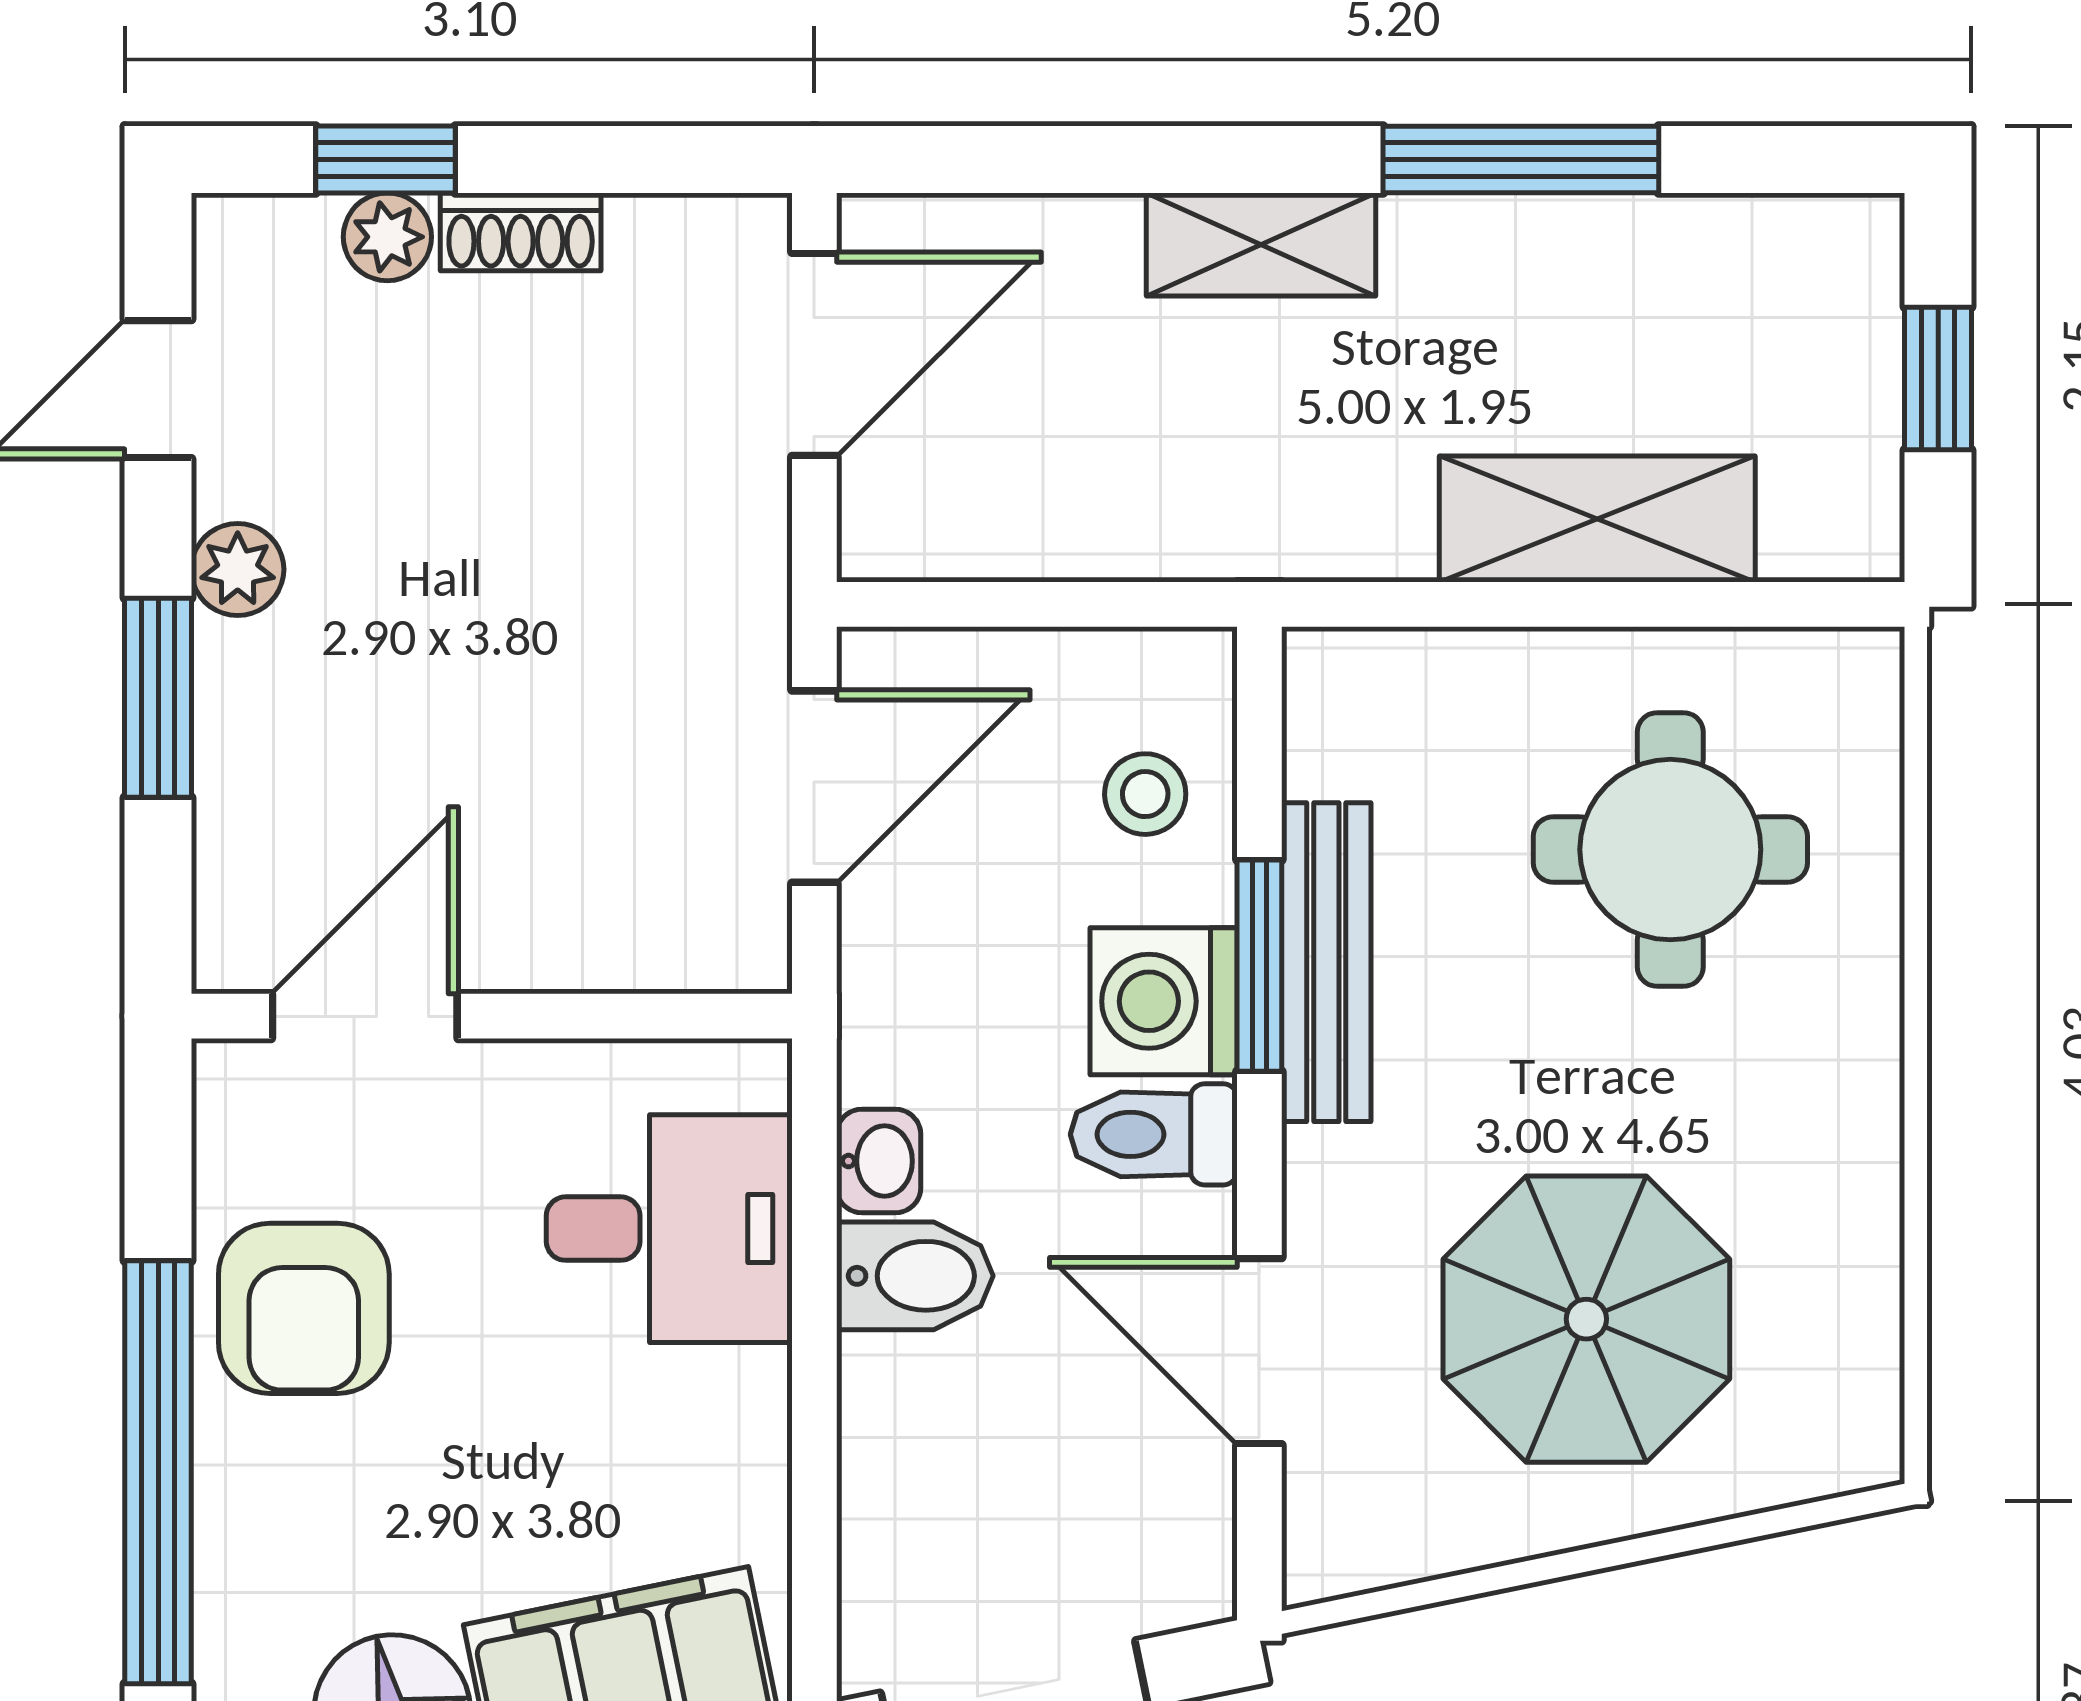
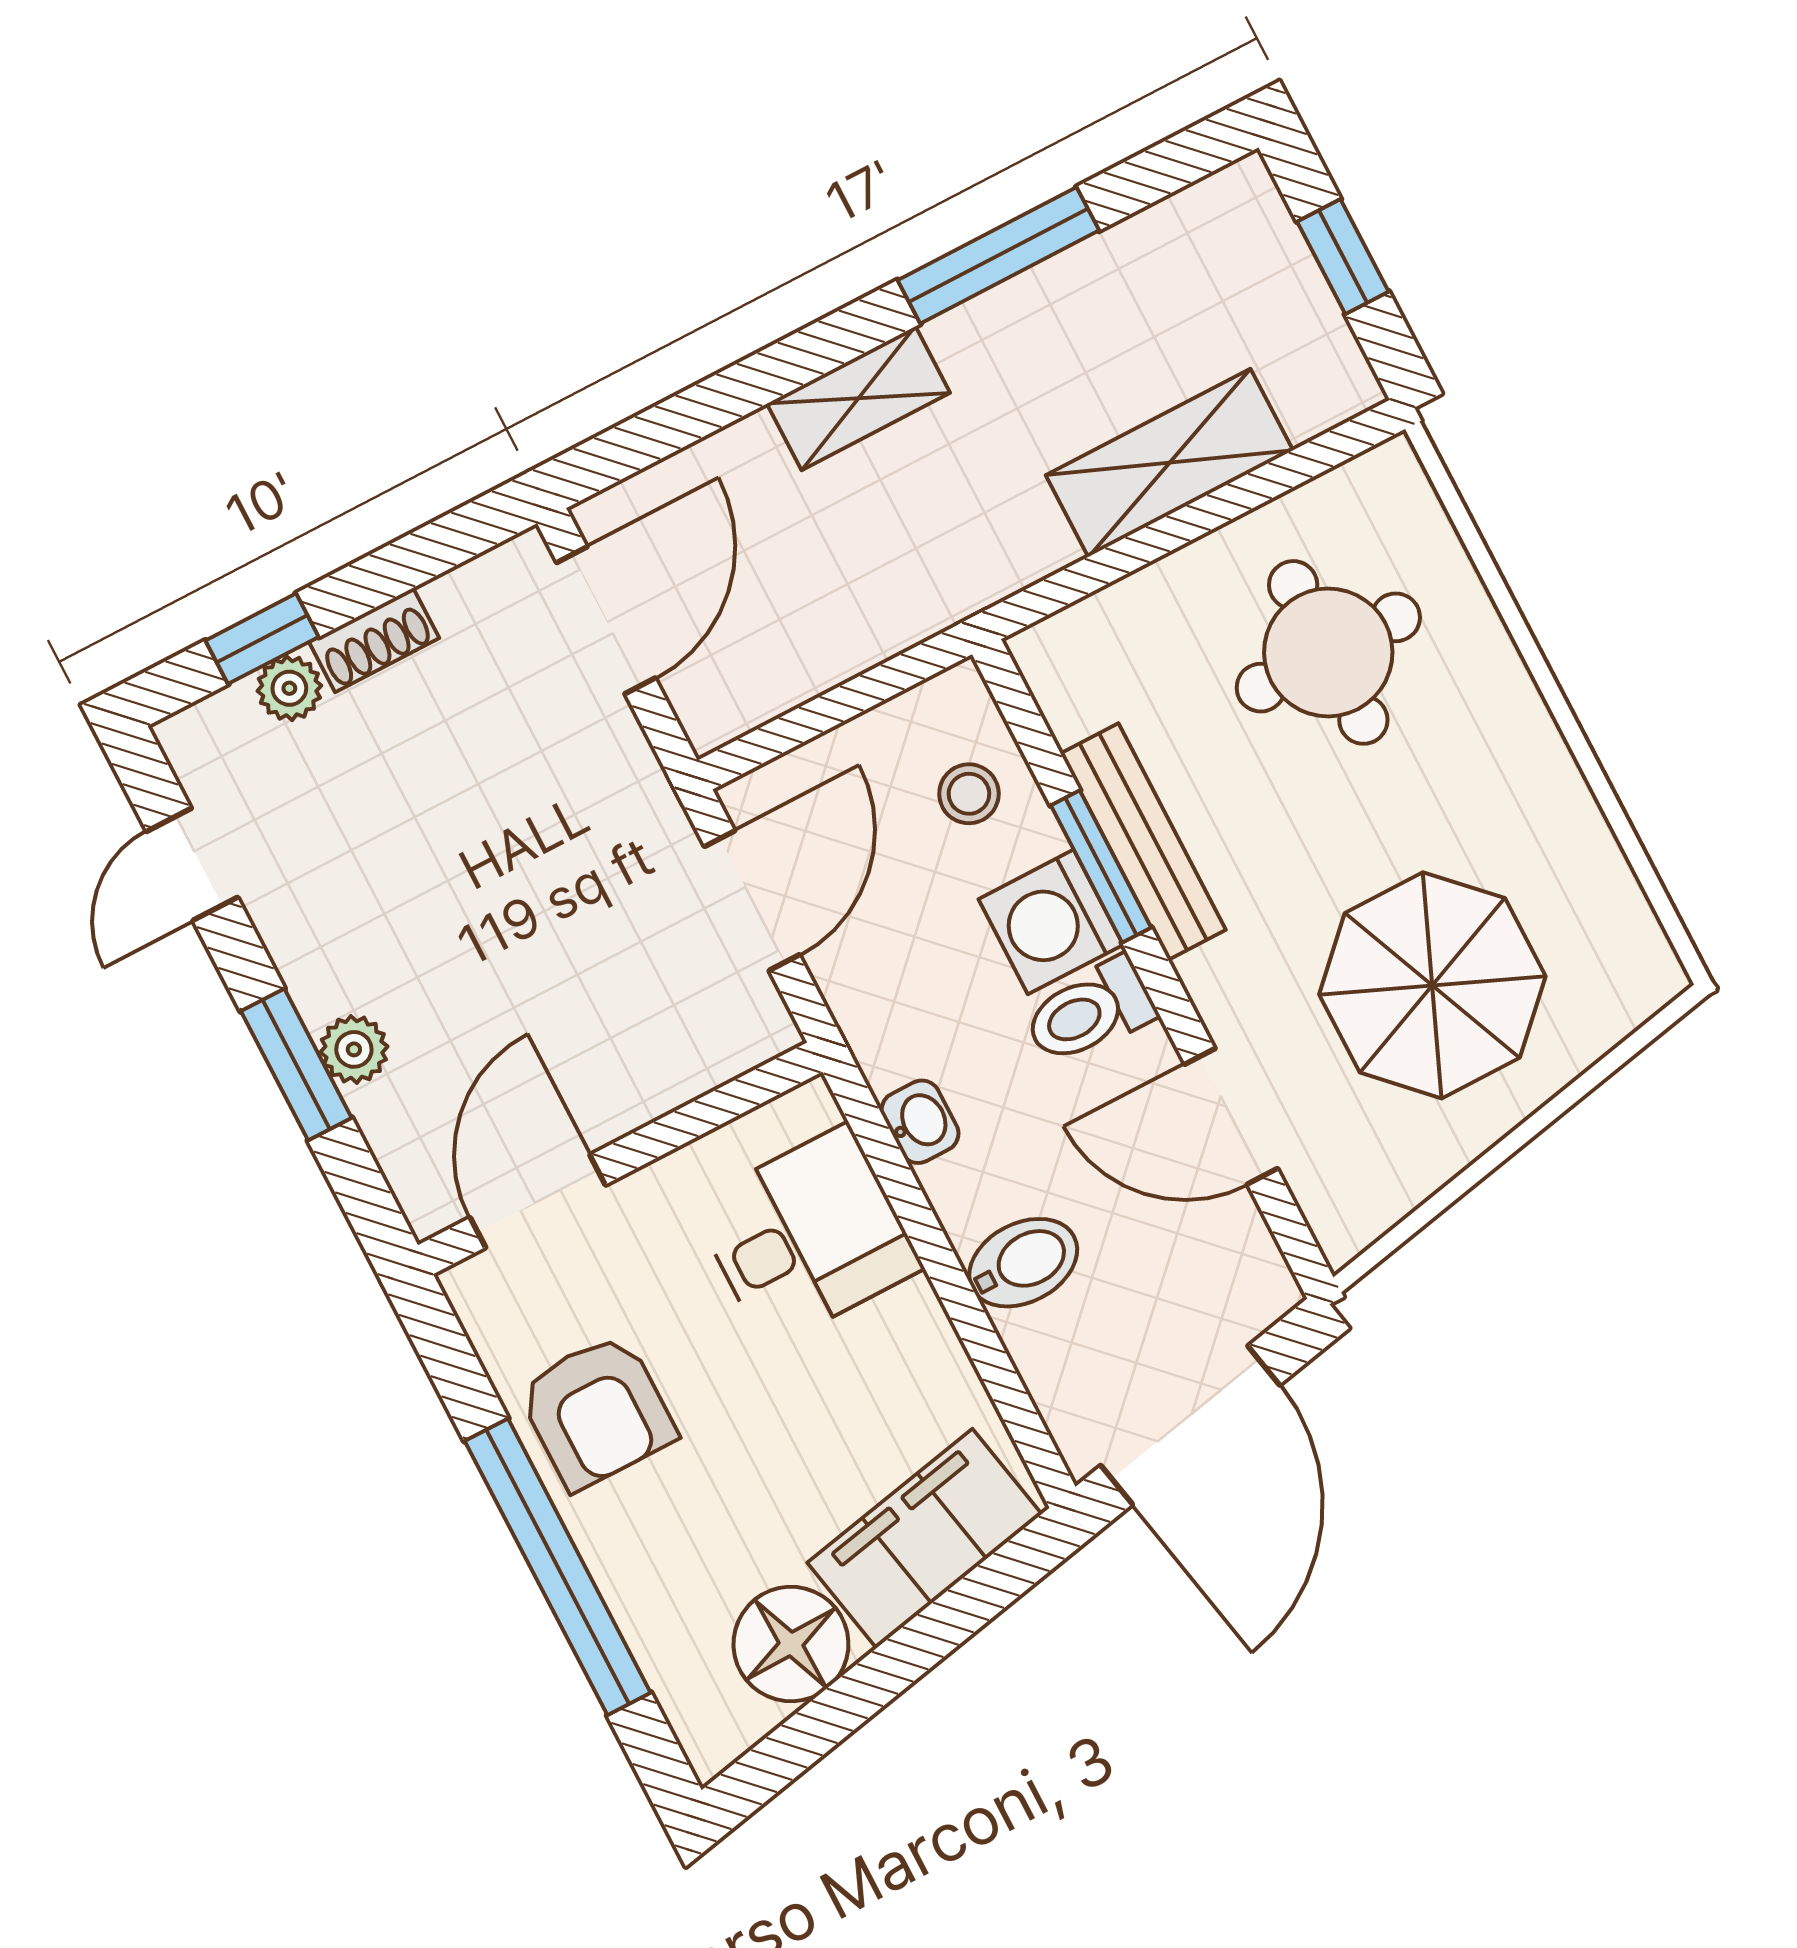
plant: (238, 569) -> (354, 1049), moved
bidet: (915, 1276) -> (1023, 1263), moved

